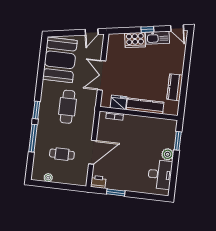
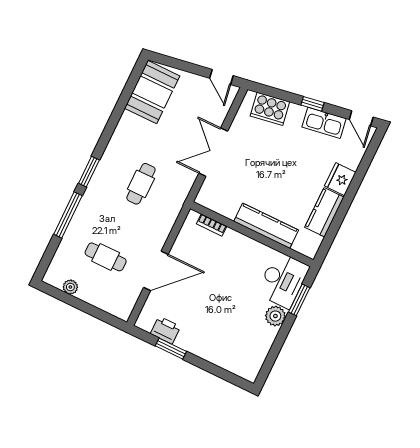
door: (92, 32) -> (221, 77), hinge flipped
cooker: (135, 40) -> (270, 109), moved
booth: (60, 60) -> (152, 92), width x0.73, depth x0.70
fridge: (119, 102) -> (340, 179), moved, turned -90
cafe table: (68, 107) -> (141, 184), width x0.73, depth x0.74
desk: (160, 175) -> (283, 280), moved
printer: (98, 182) -> (165, 330), moved

